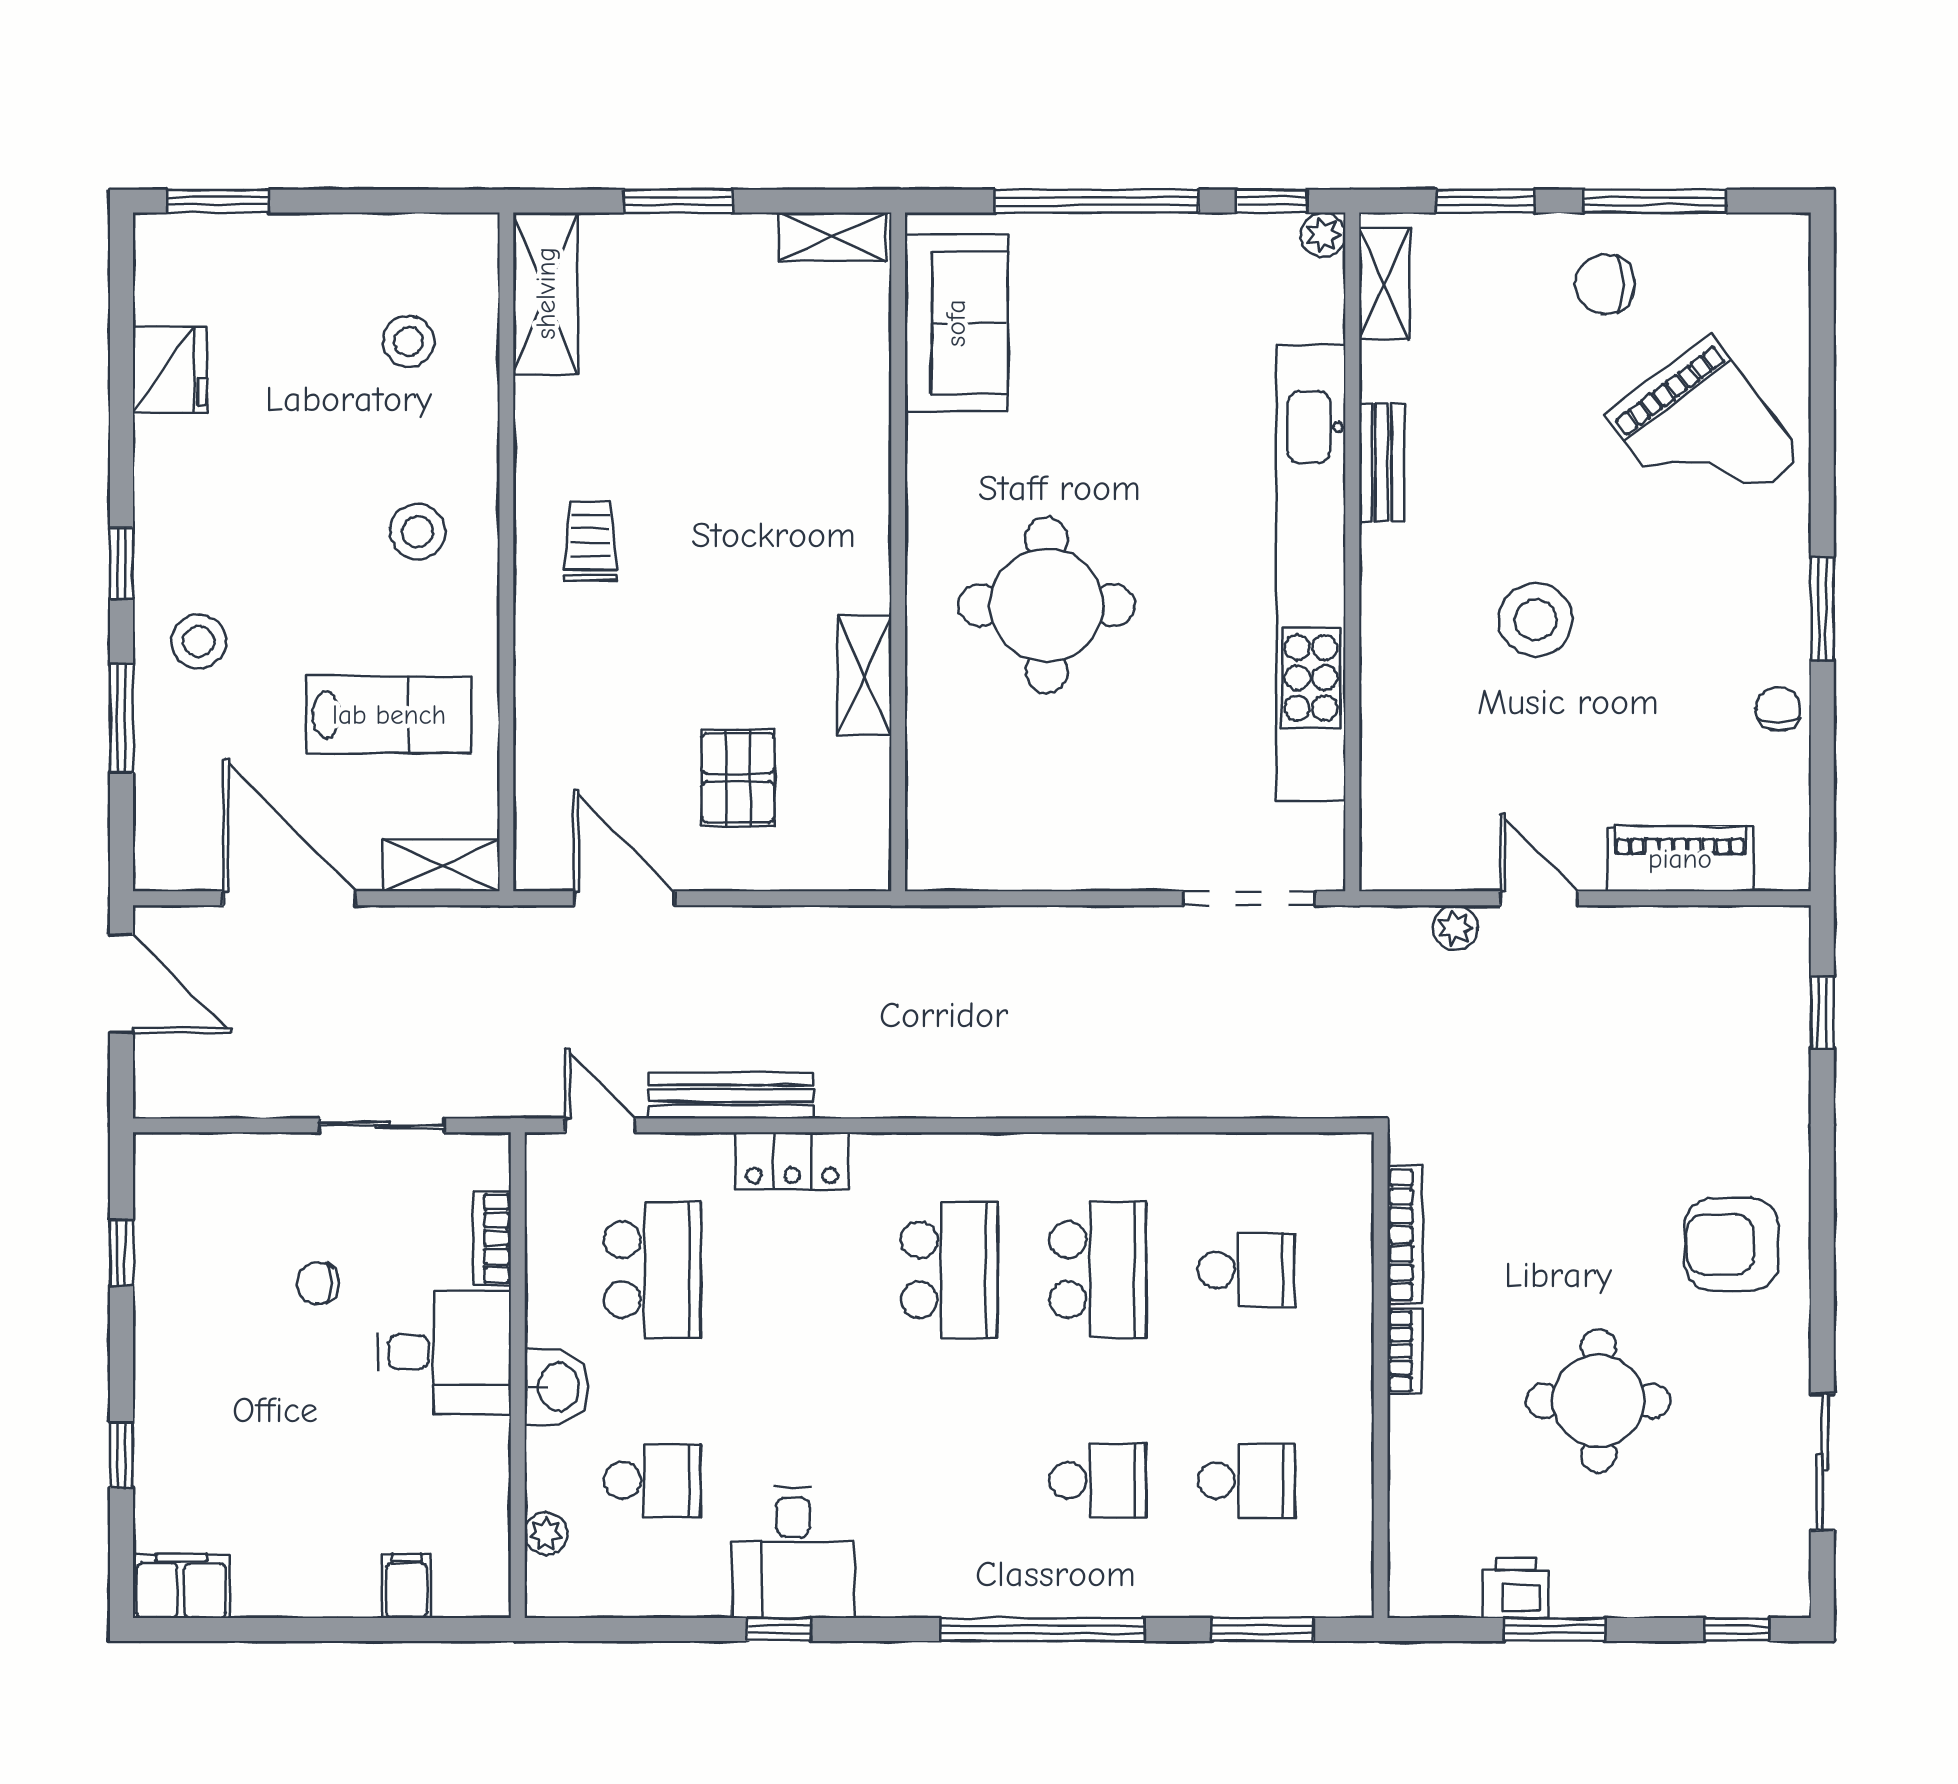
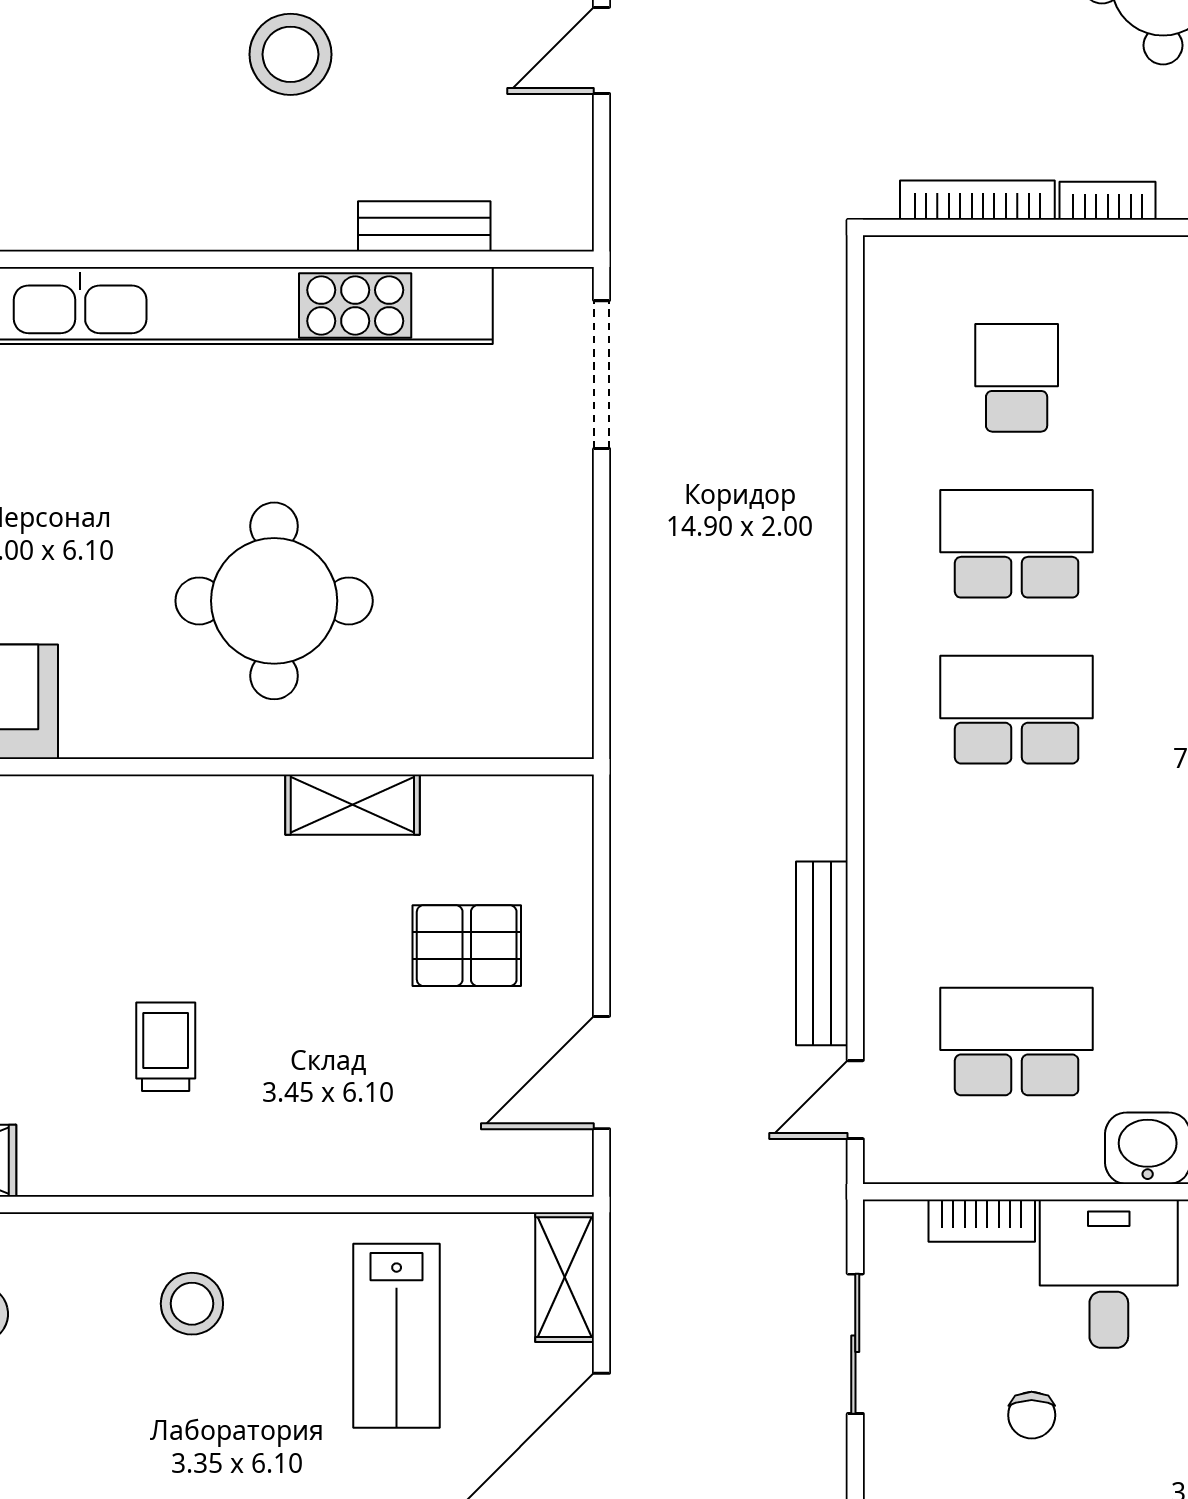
bench: (1382, 462) -> (424, 226), moved
trolley: (590, 541) -> (166, 1047), moved, turned 90
lab bench: (389, 715) -> (397, 1336), turned 180
plant: (1455, 928) -> (634, 144), removed
locker: (792, 1161) -> (895, 885), removed

